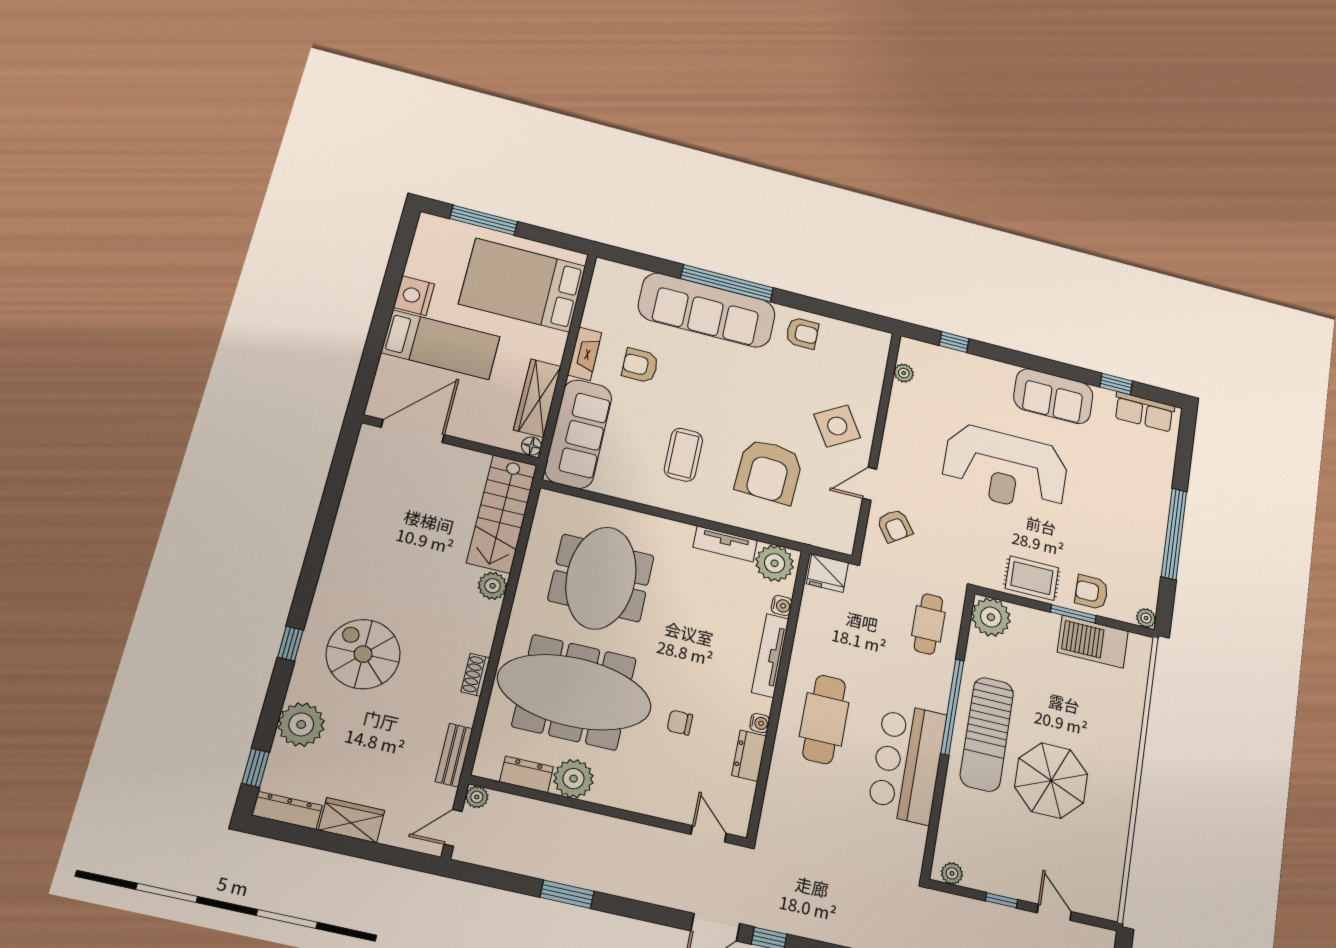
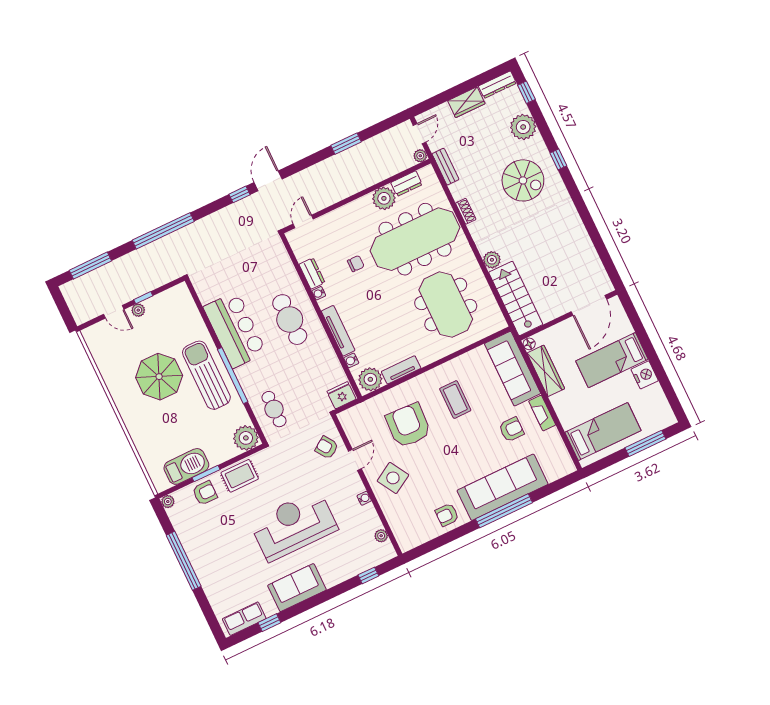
bed: (522, 285) -> (603, 431), width x0.67
water cooler: (892, 431) -> (364, 498), added
door: (709, 834) -> (303, 221), swing flipped
plant: (952, 873) -> (138, 310), moved

